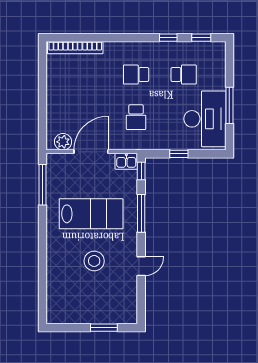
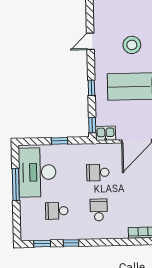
school desk: (136, 75) -> (99, 210), turned -90
school desk: (136, 117) -> (98, 172), turned -90
window: (141, 213) -> (91, 88), width x0.46

